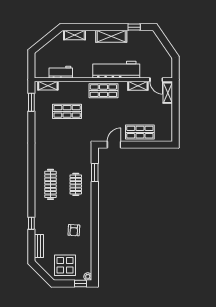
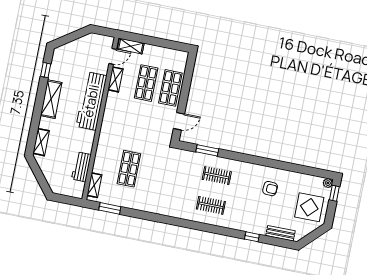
shop shelf: (103, 91) -> (146, 83), moved
door: (114, 145) -> (179, 121), swing flipped
clothes rail: (50, 184) -> (211, 205), width x0.73

